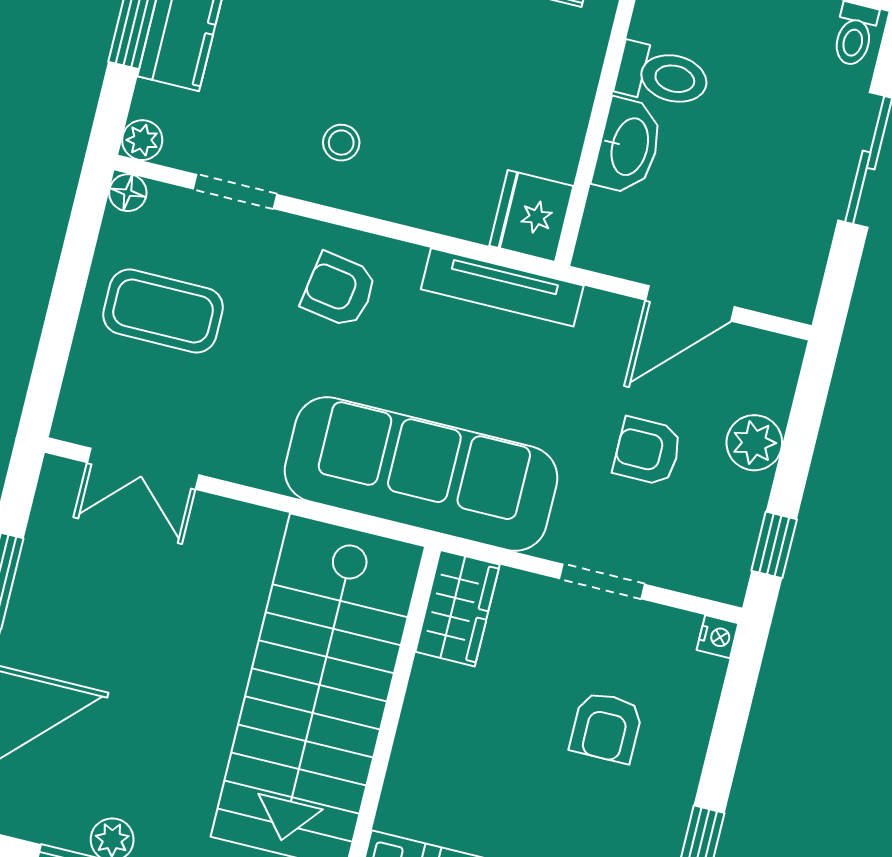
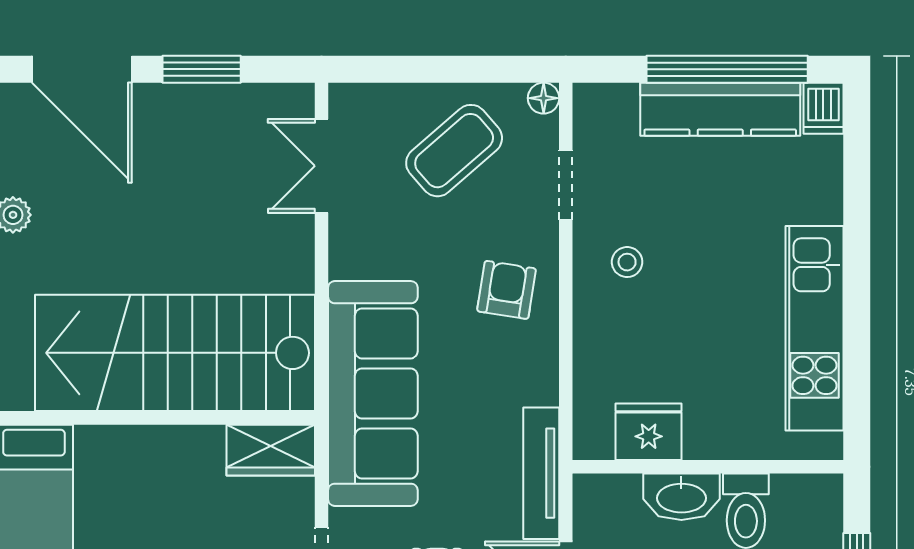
plant: (142, 140) -> (589, 99), removed
fridge: (531, 216) -> (649, 432), moved
tv unit: (502, 287) -> (541, 473), moved
coffee table: (163, 311) -> (454, 151), turned 49

